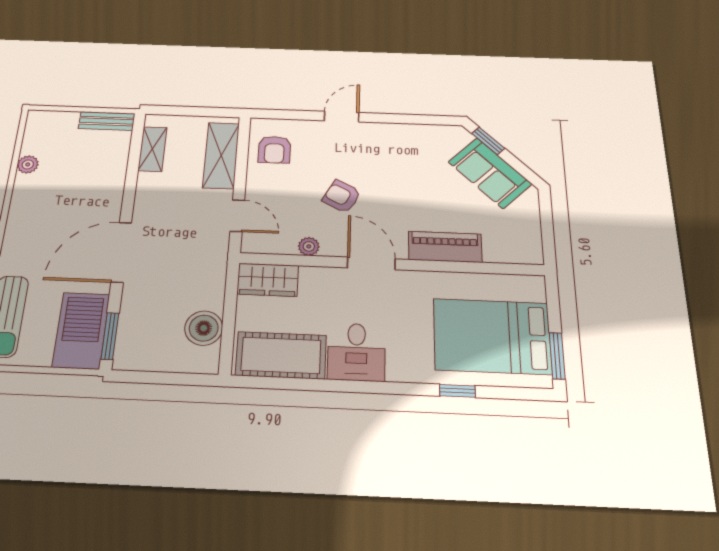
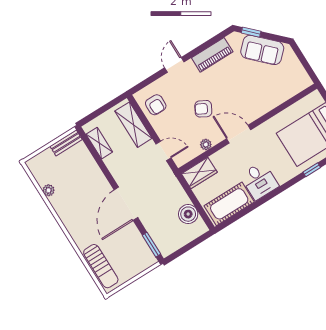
piano: (445, 247) -> (212, 55), moved, turned 180
barbecue: (81, 330) -> (137, 251), removed

